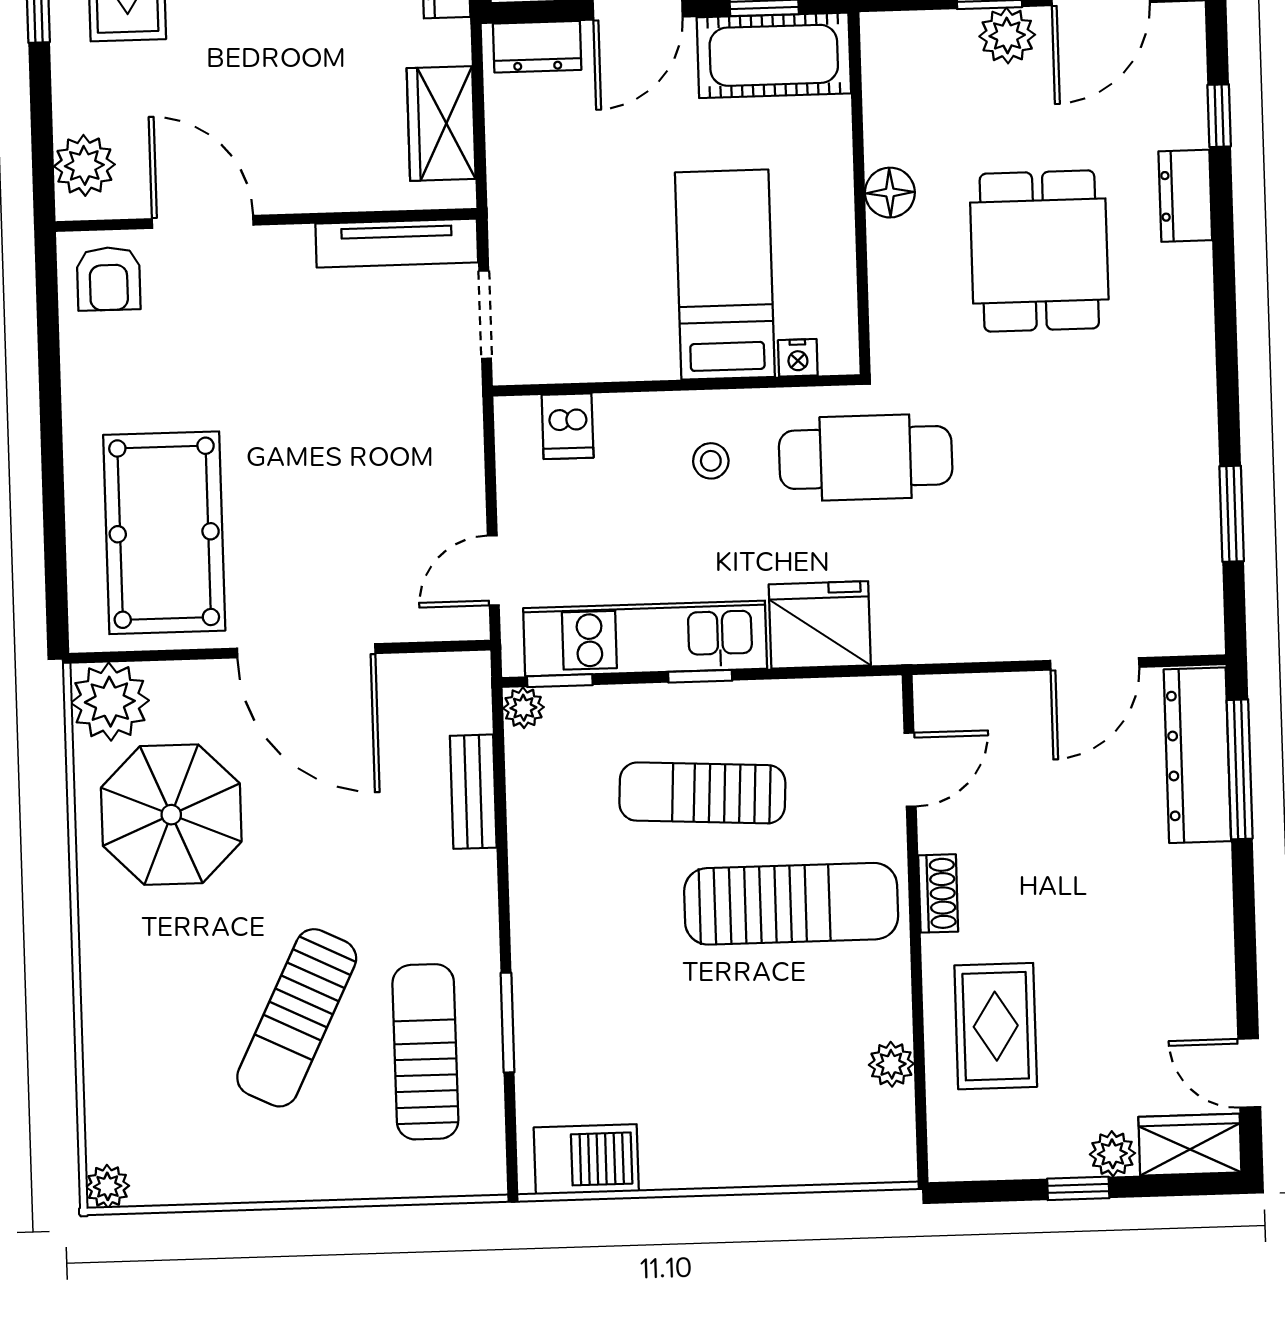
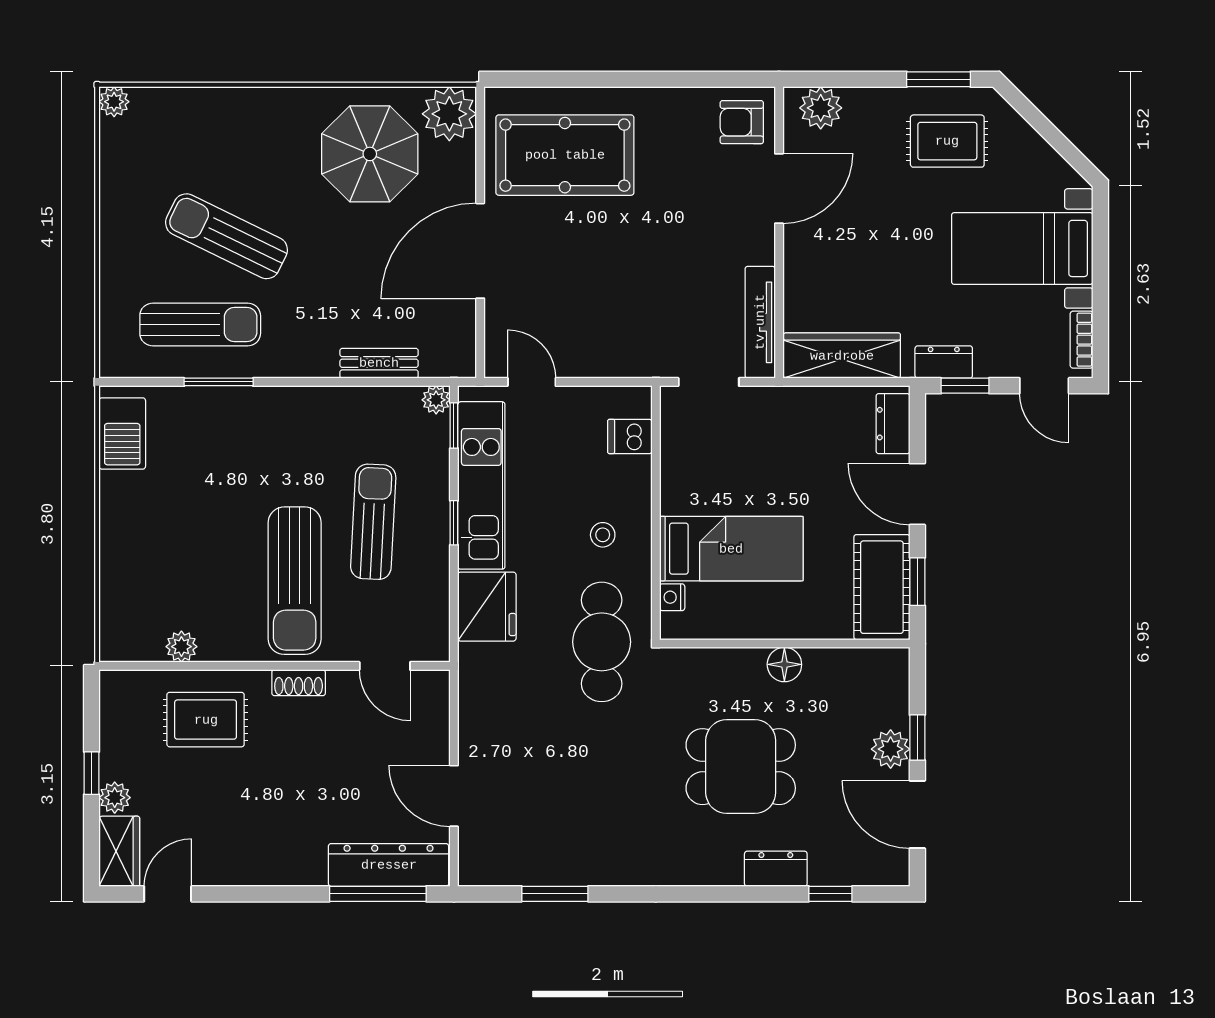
wardrobe: (441, 124) -> (842, 356), width x1.50

